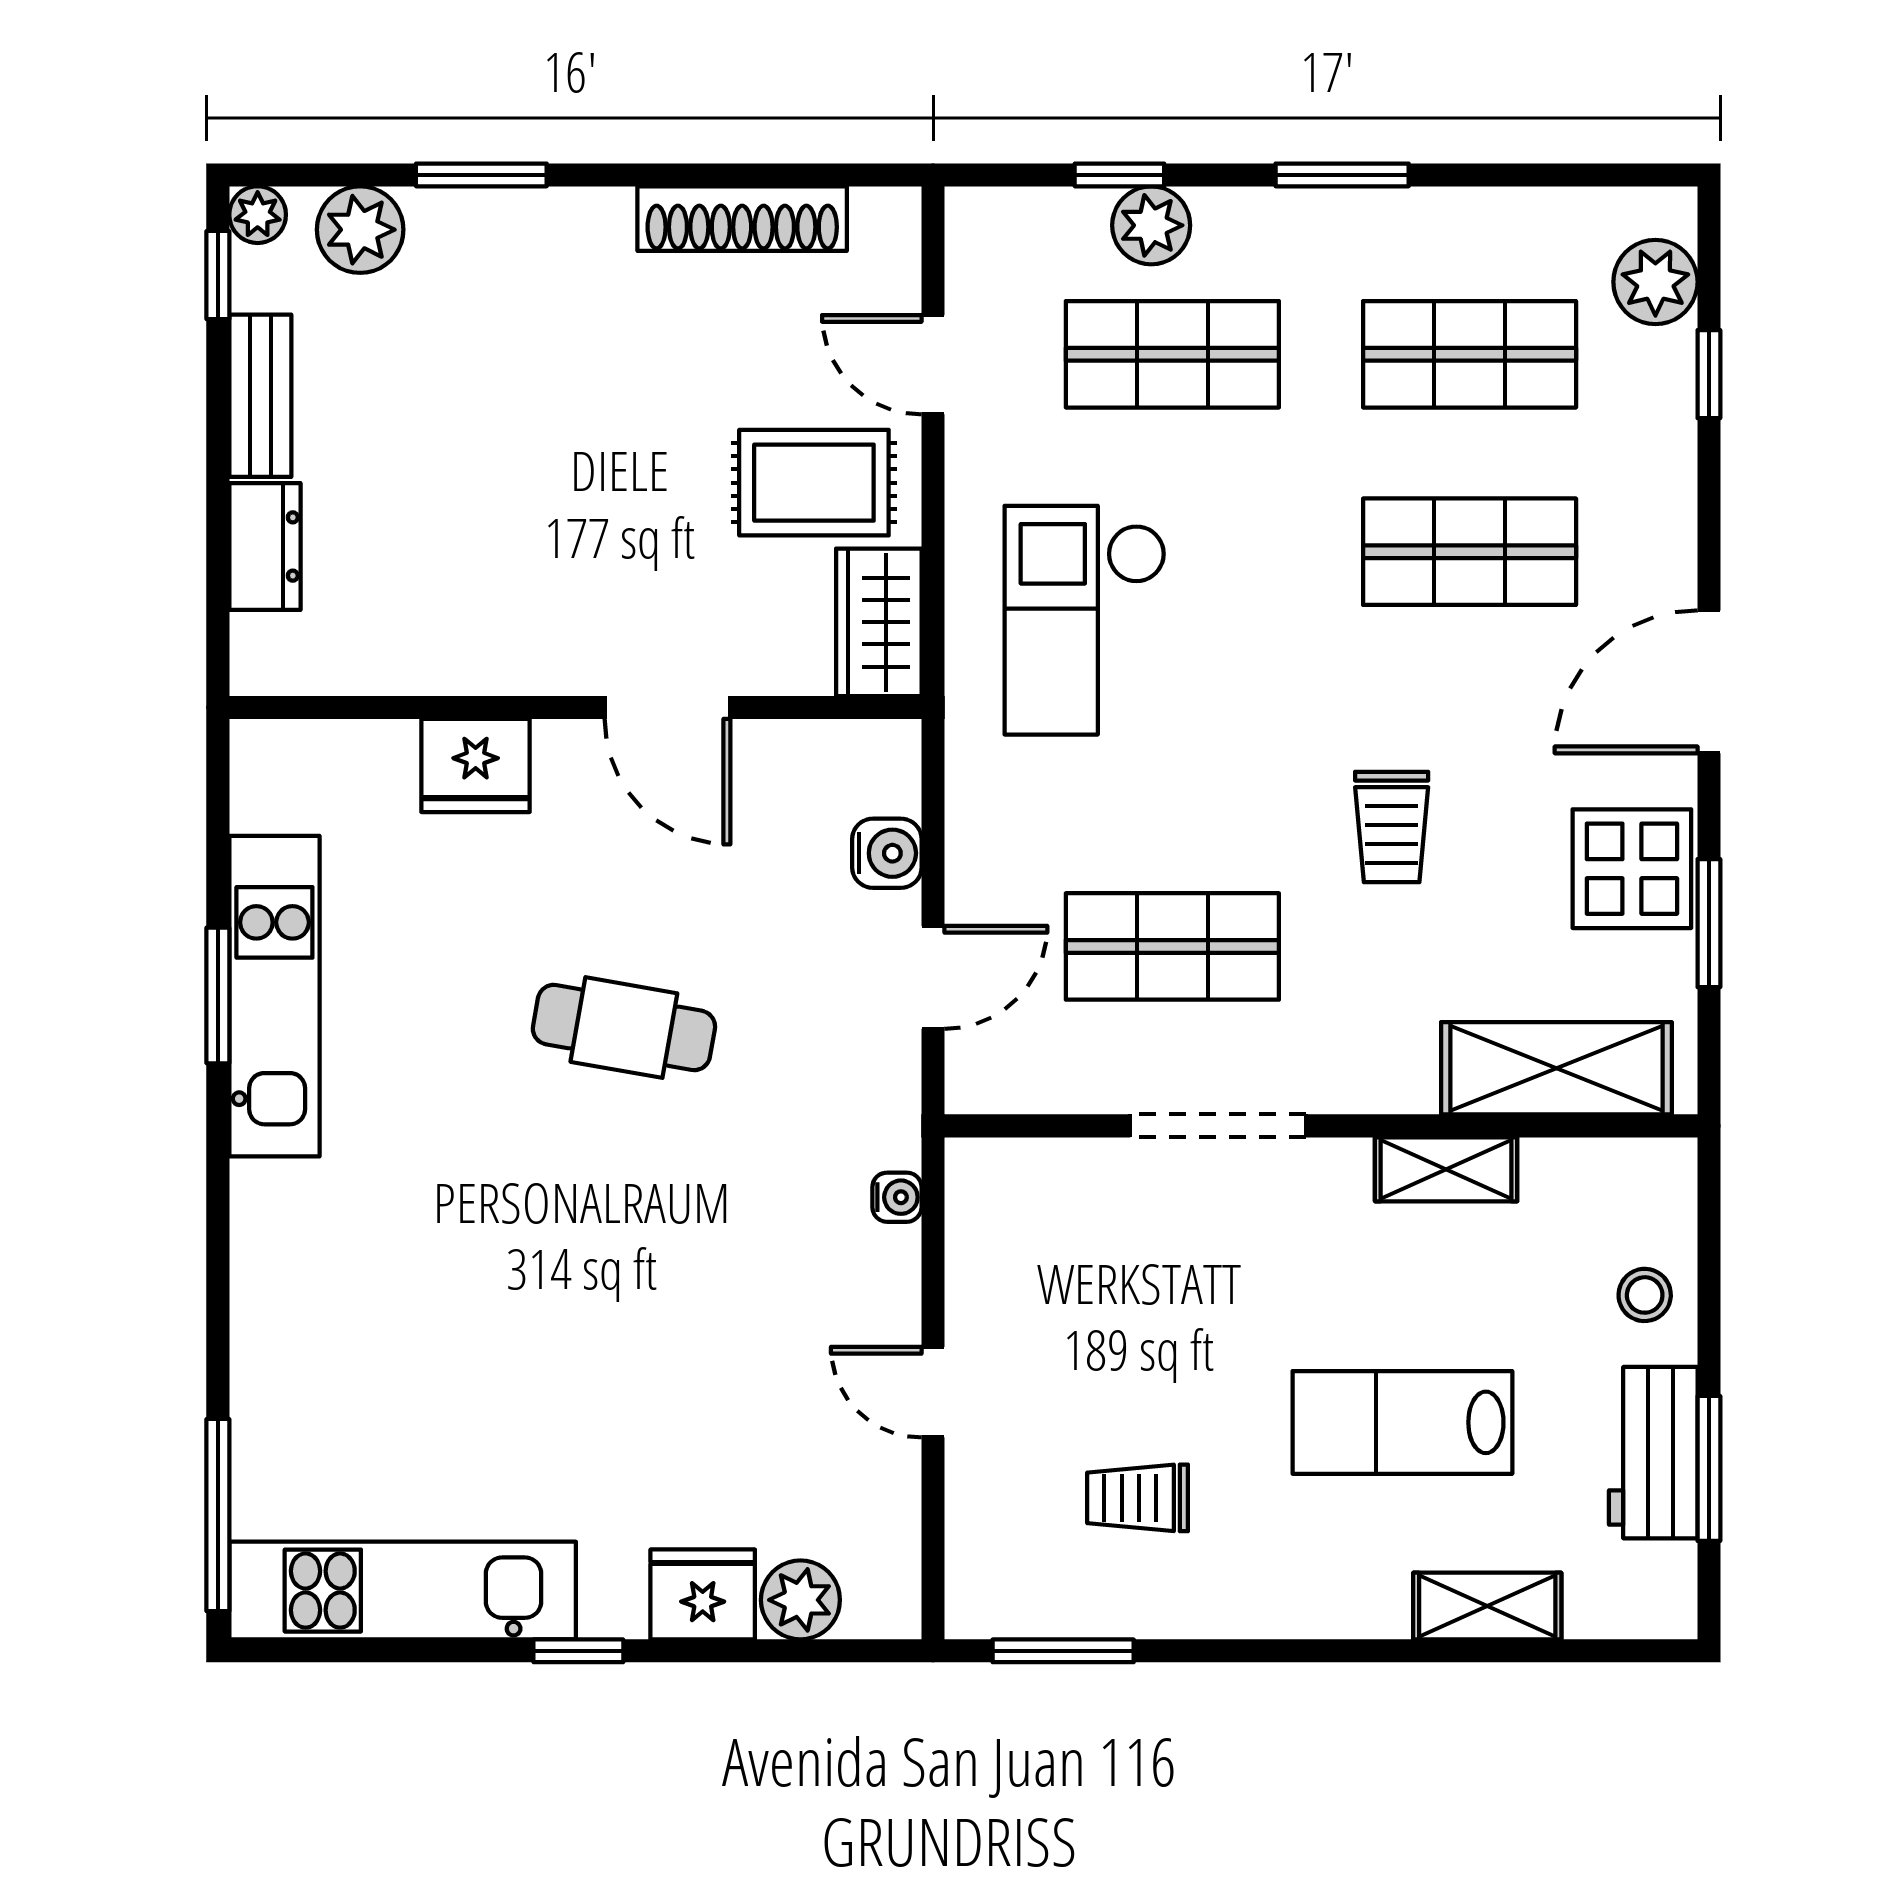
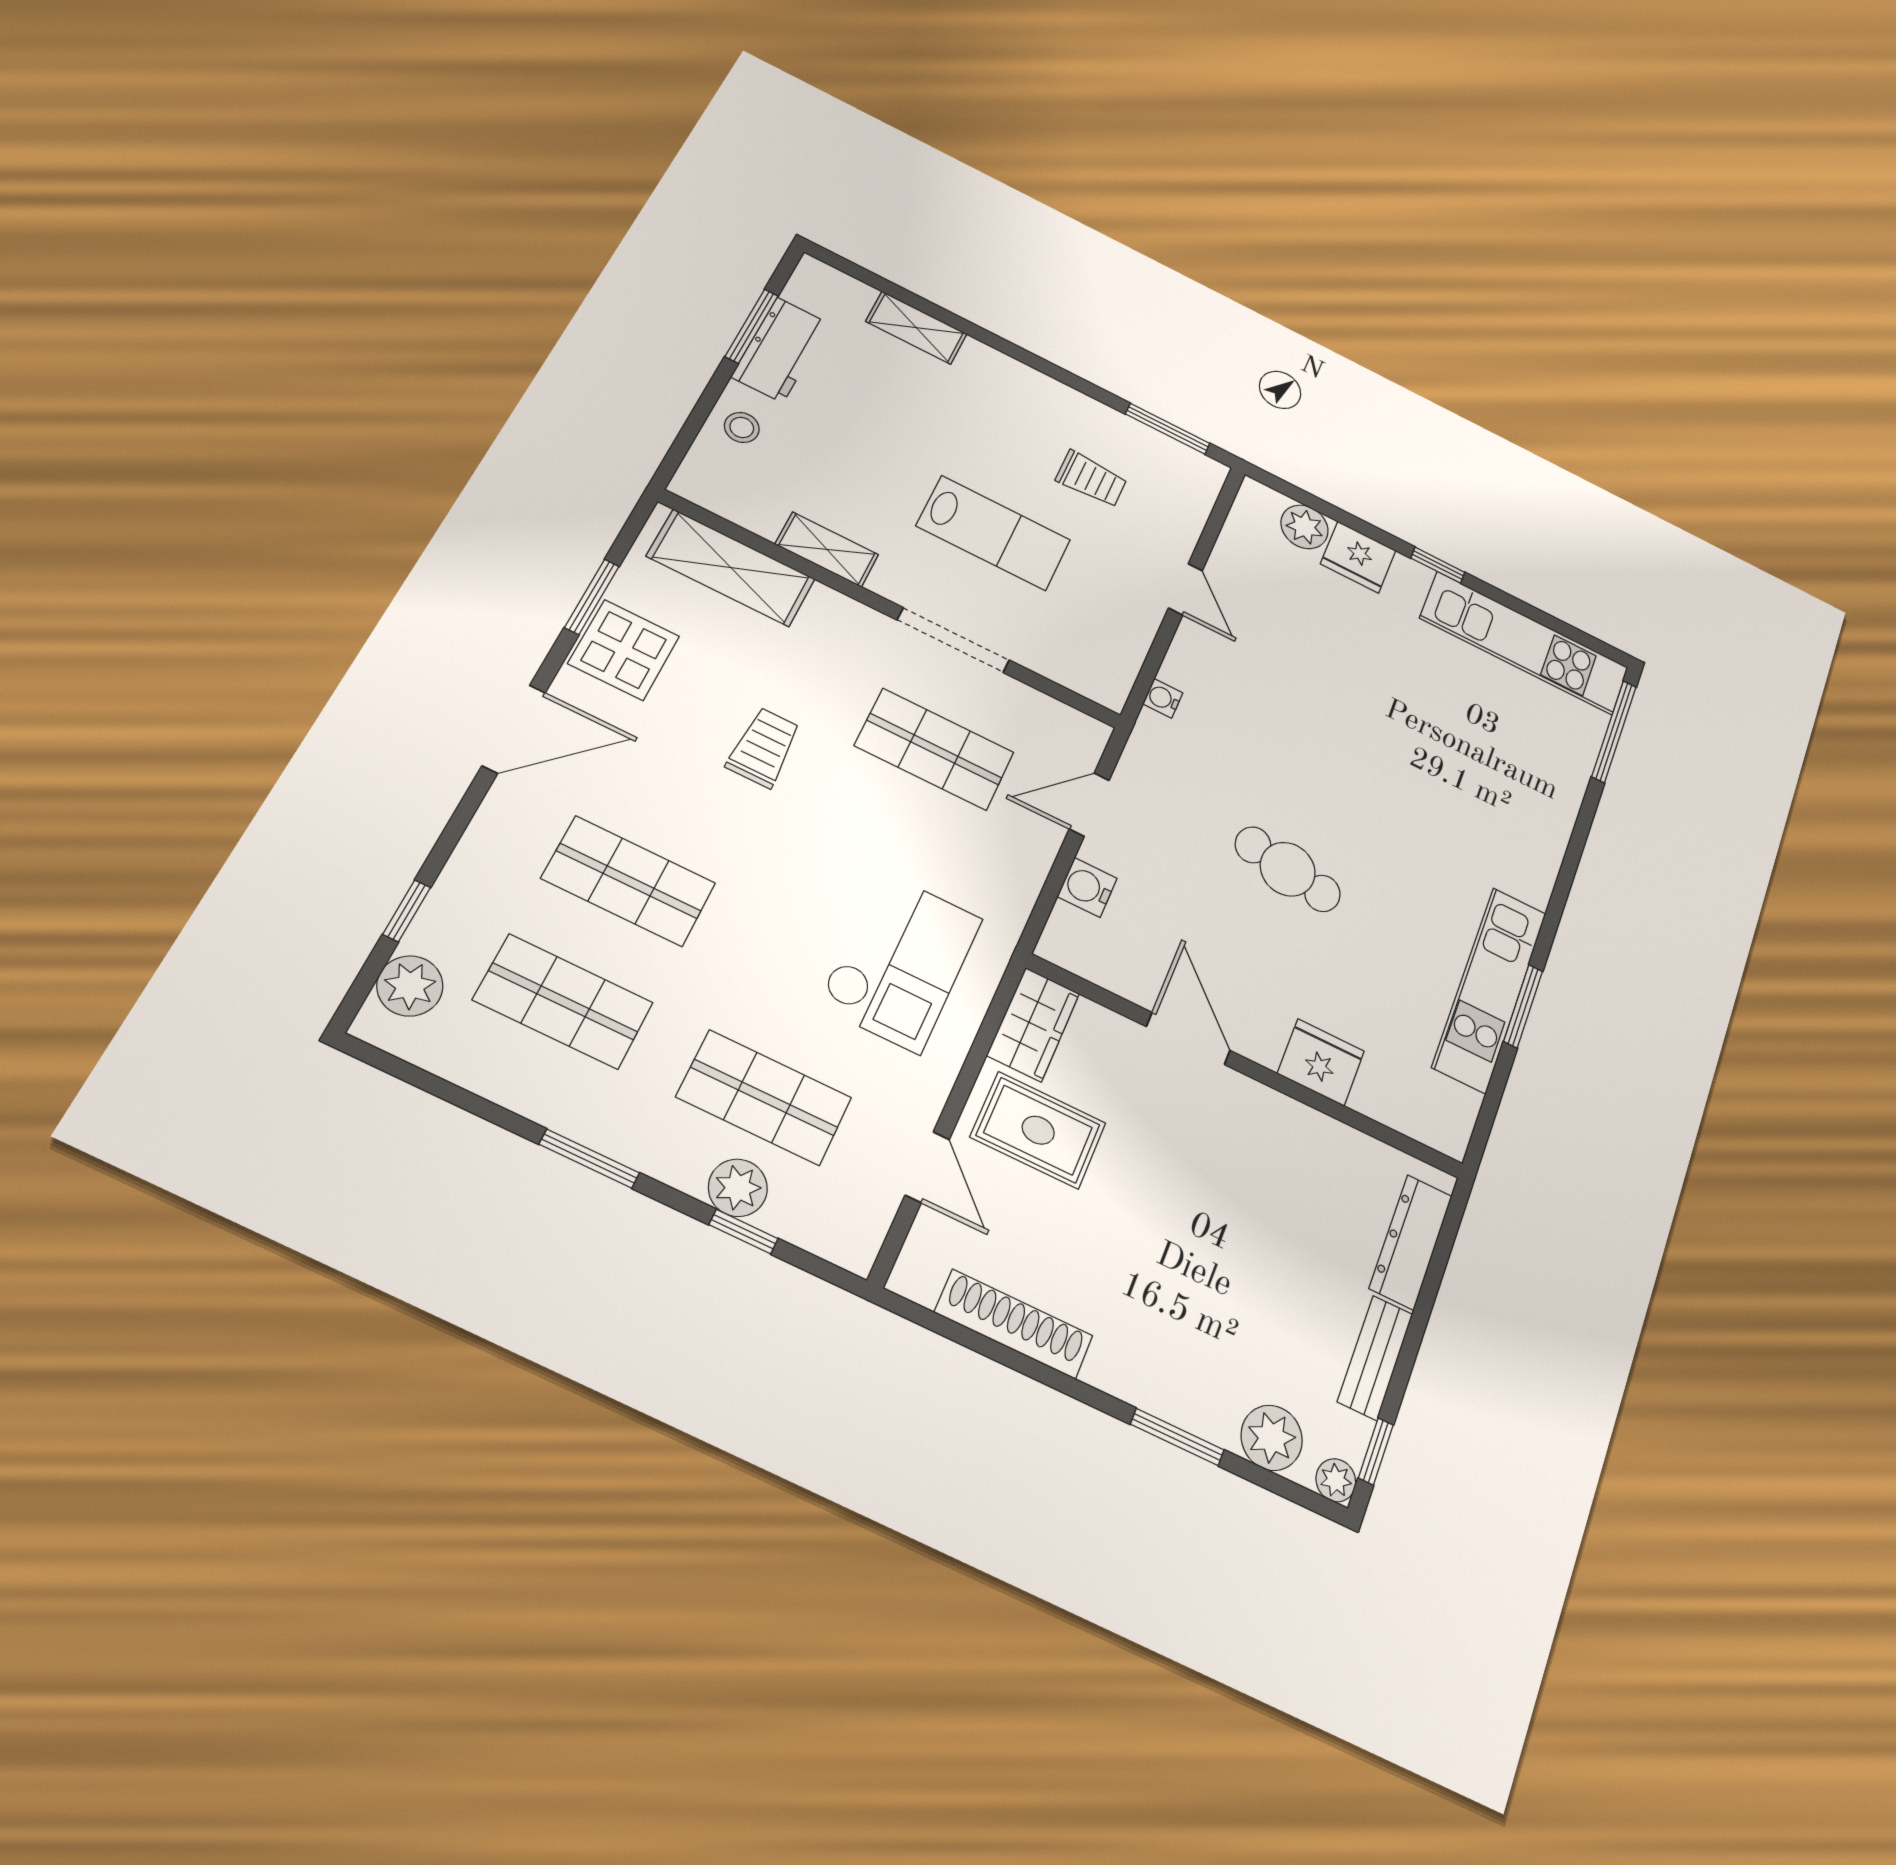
dresser: (265, 546) -> (1411, 1242), width x1.44
lab bench: (1402, 1422) -> (993, 533), moved

